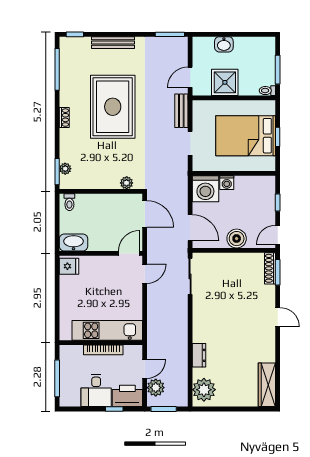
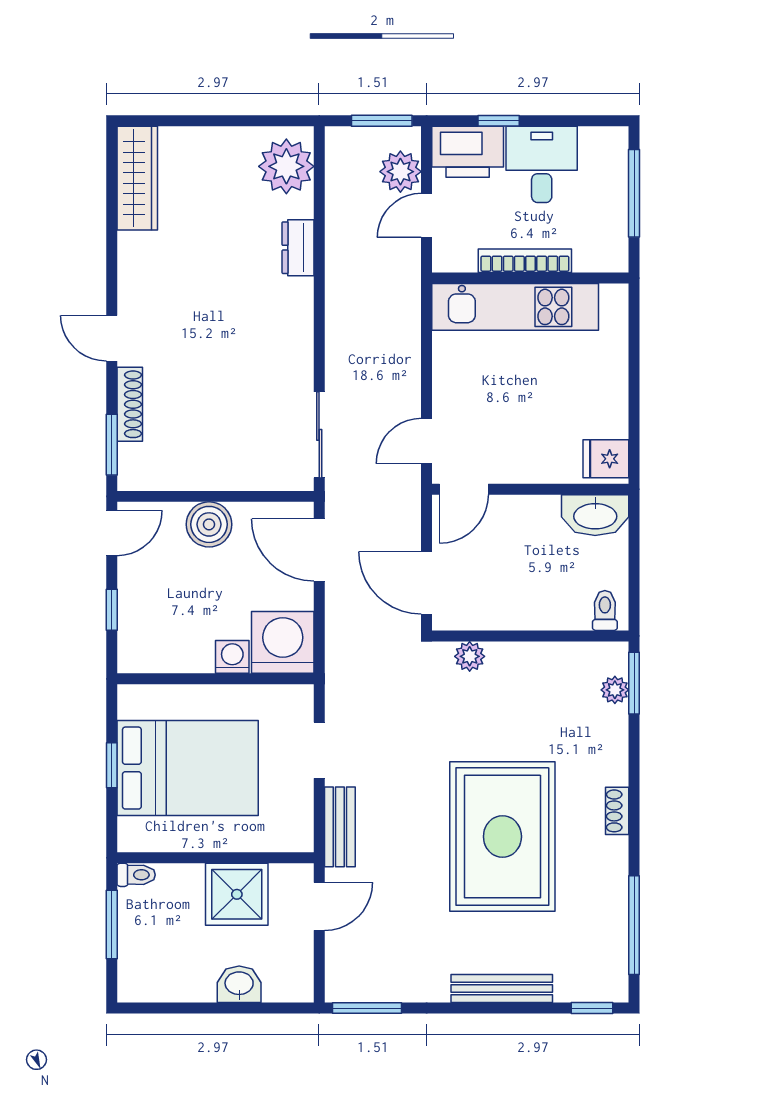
shoe rack: (270, 268) -> (130, 404), moved

